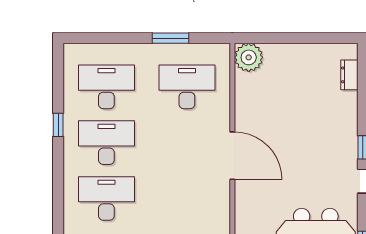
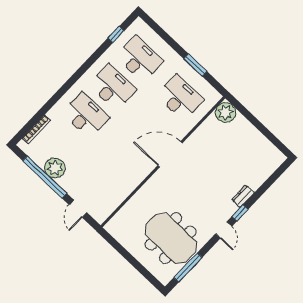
dresser: (349, 75) -> (243, 196), moved
window: (58, 125) -> (116, 35), moved
door: (232, 156) -> (170, 154), swing flipped

